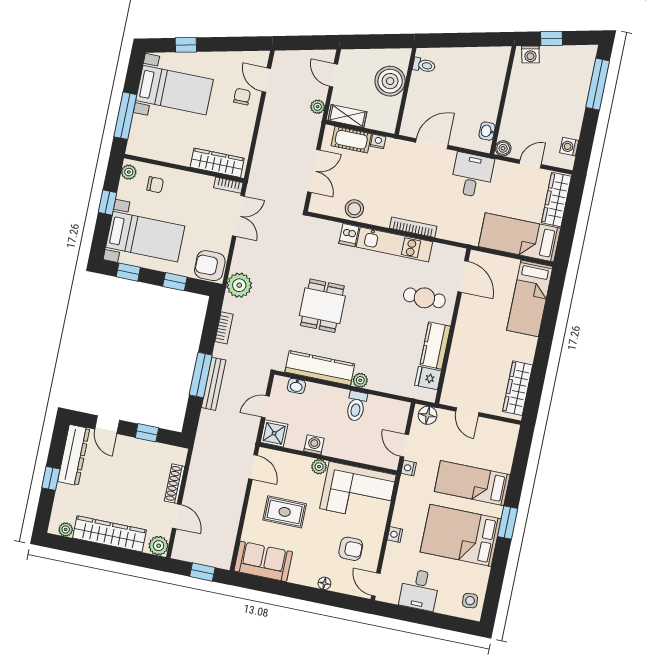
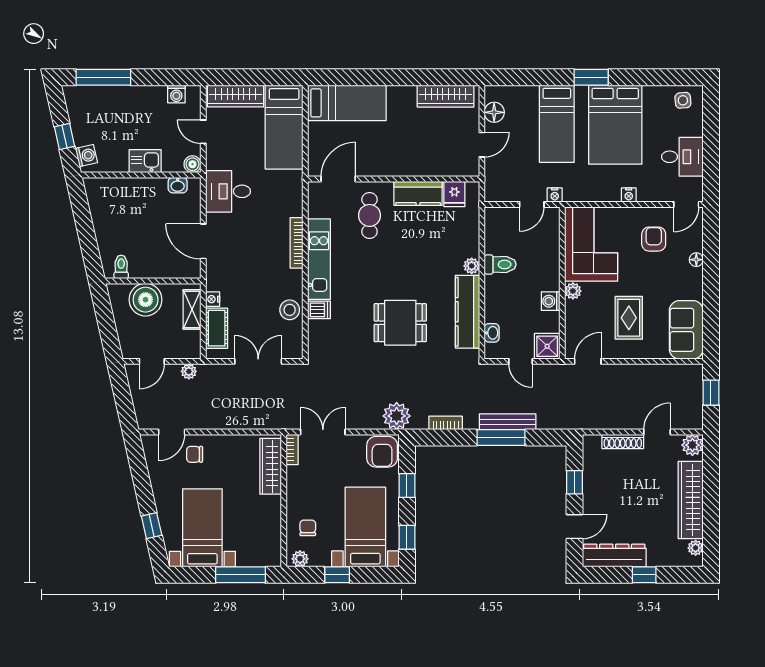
kitchen sink: (515, 106) -> (145, 161), added
shelving: (348, 116) -> (192, 309), moved
floor lamp: (428, 415) -> (494, 112), moved

